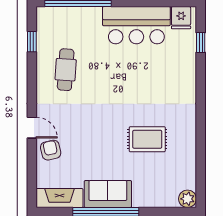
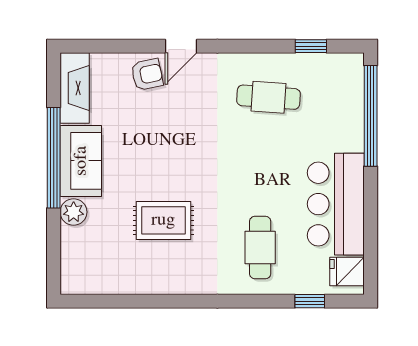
cafe table: (165, 75) -> (260, 248), added
rug: (147, 139) -> (163, 220), turned 90
plant: (188, 199) -> (74, 212), moved

